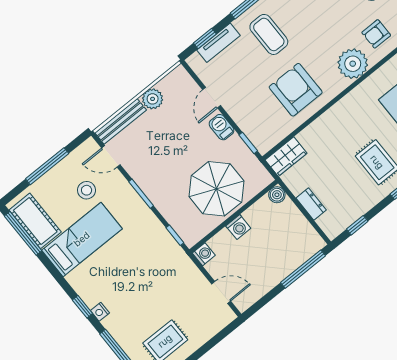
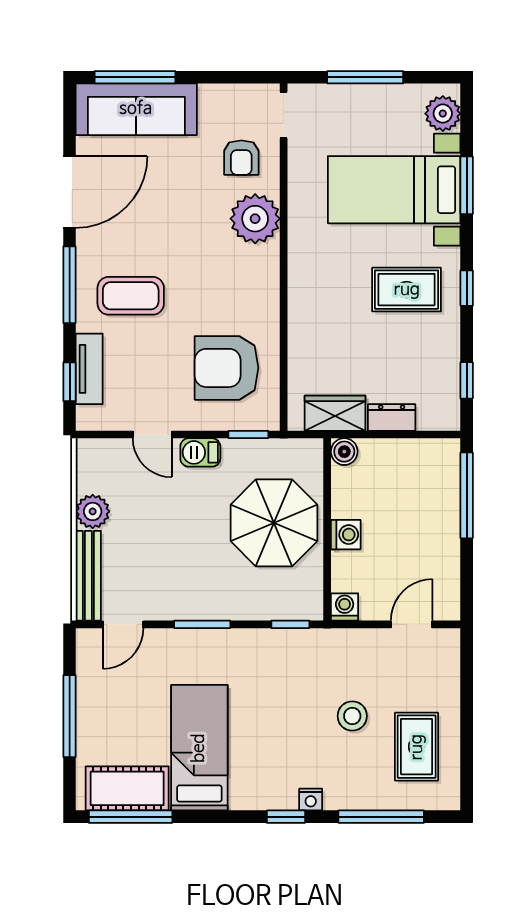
armchair: (296, 90) -> (227, 368), moved
wardrobe: (286, 157) -> (335, 413), moved, turned -90
stool: (87, 190) -> (352, 716), moved

